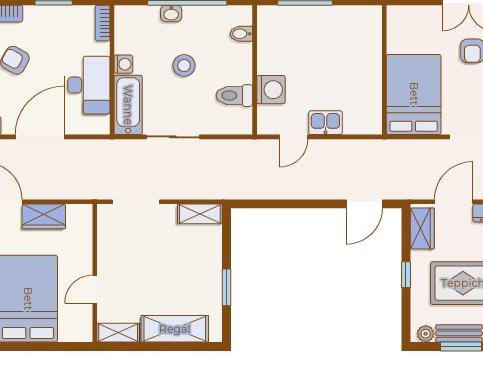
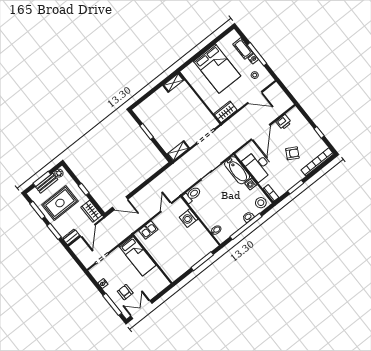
stool: (184, 66) -> (261, 203), moved
bed: (414, 94) -> (137, 256), width x0.67
toilet: (234, 96) -> (192, 195), moved
kitchen sink: (325, 123) -> (148, 230), moved
door: (364, 204) -> (120, 203), swing flipped
wardrobe: (44, 216) -> (225, 112), moved
door: (95, 289) -> (195, 92), removed
shelving: (175, 329) -> (154, 101), removed

